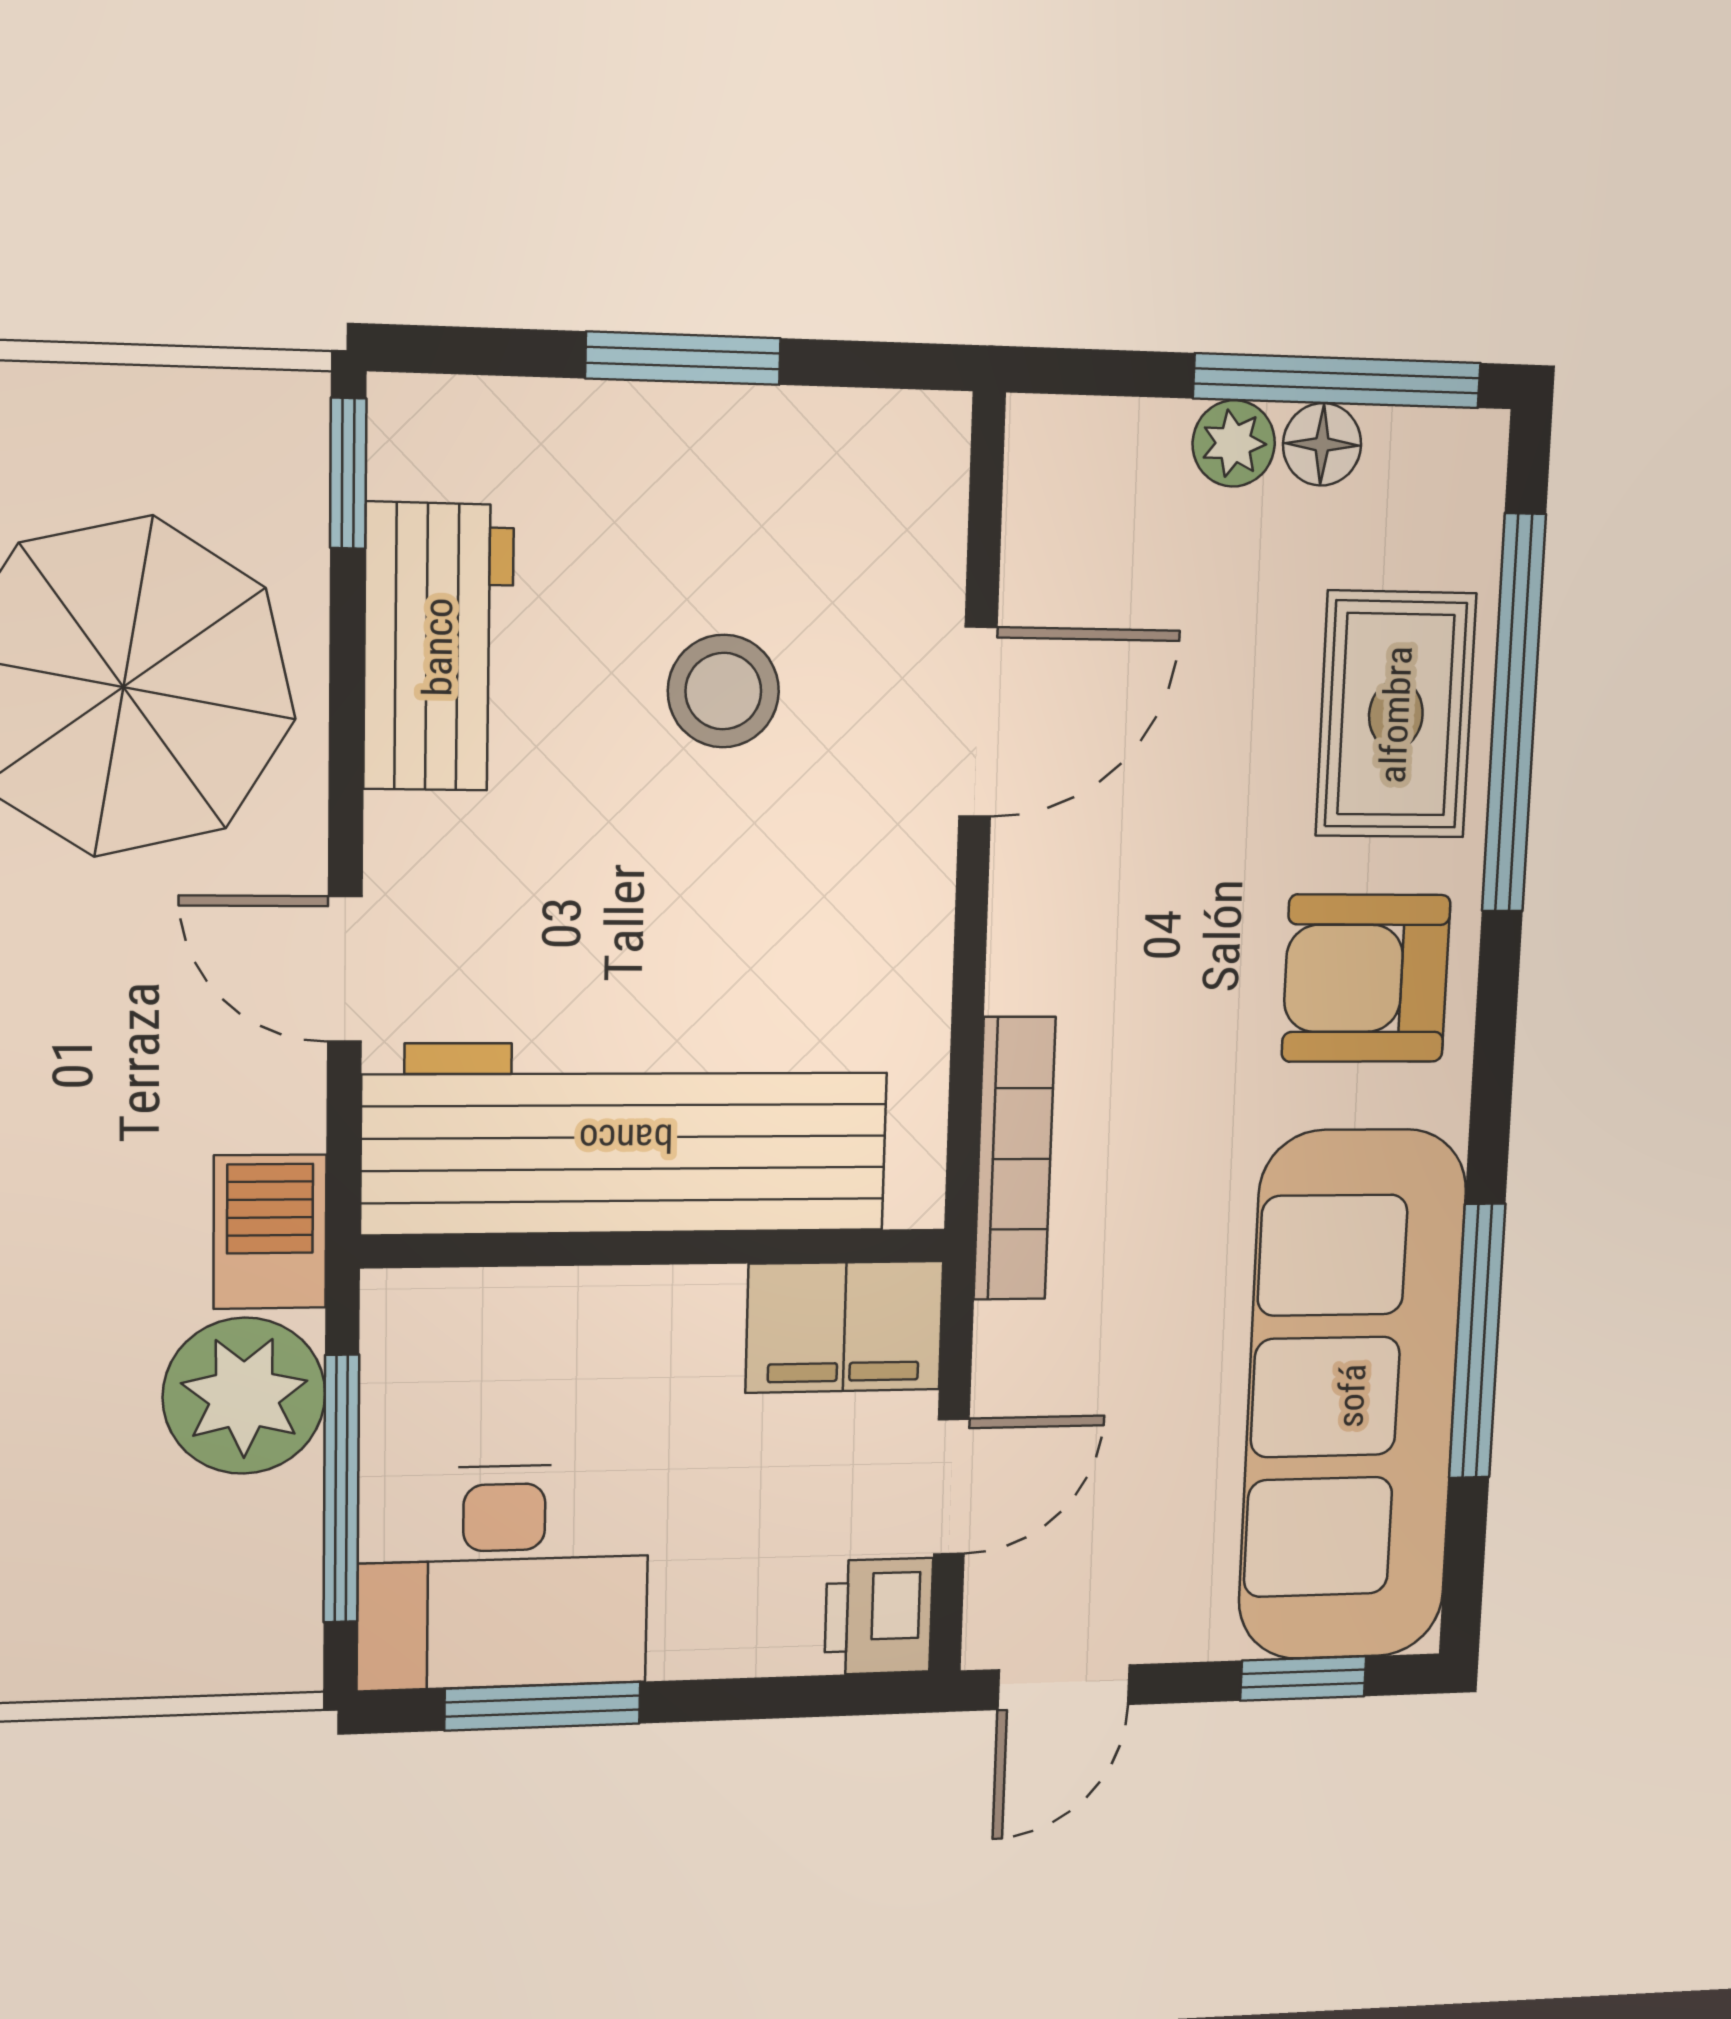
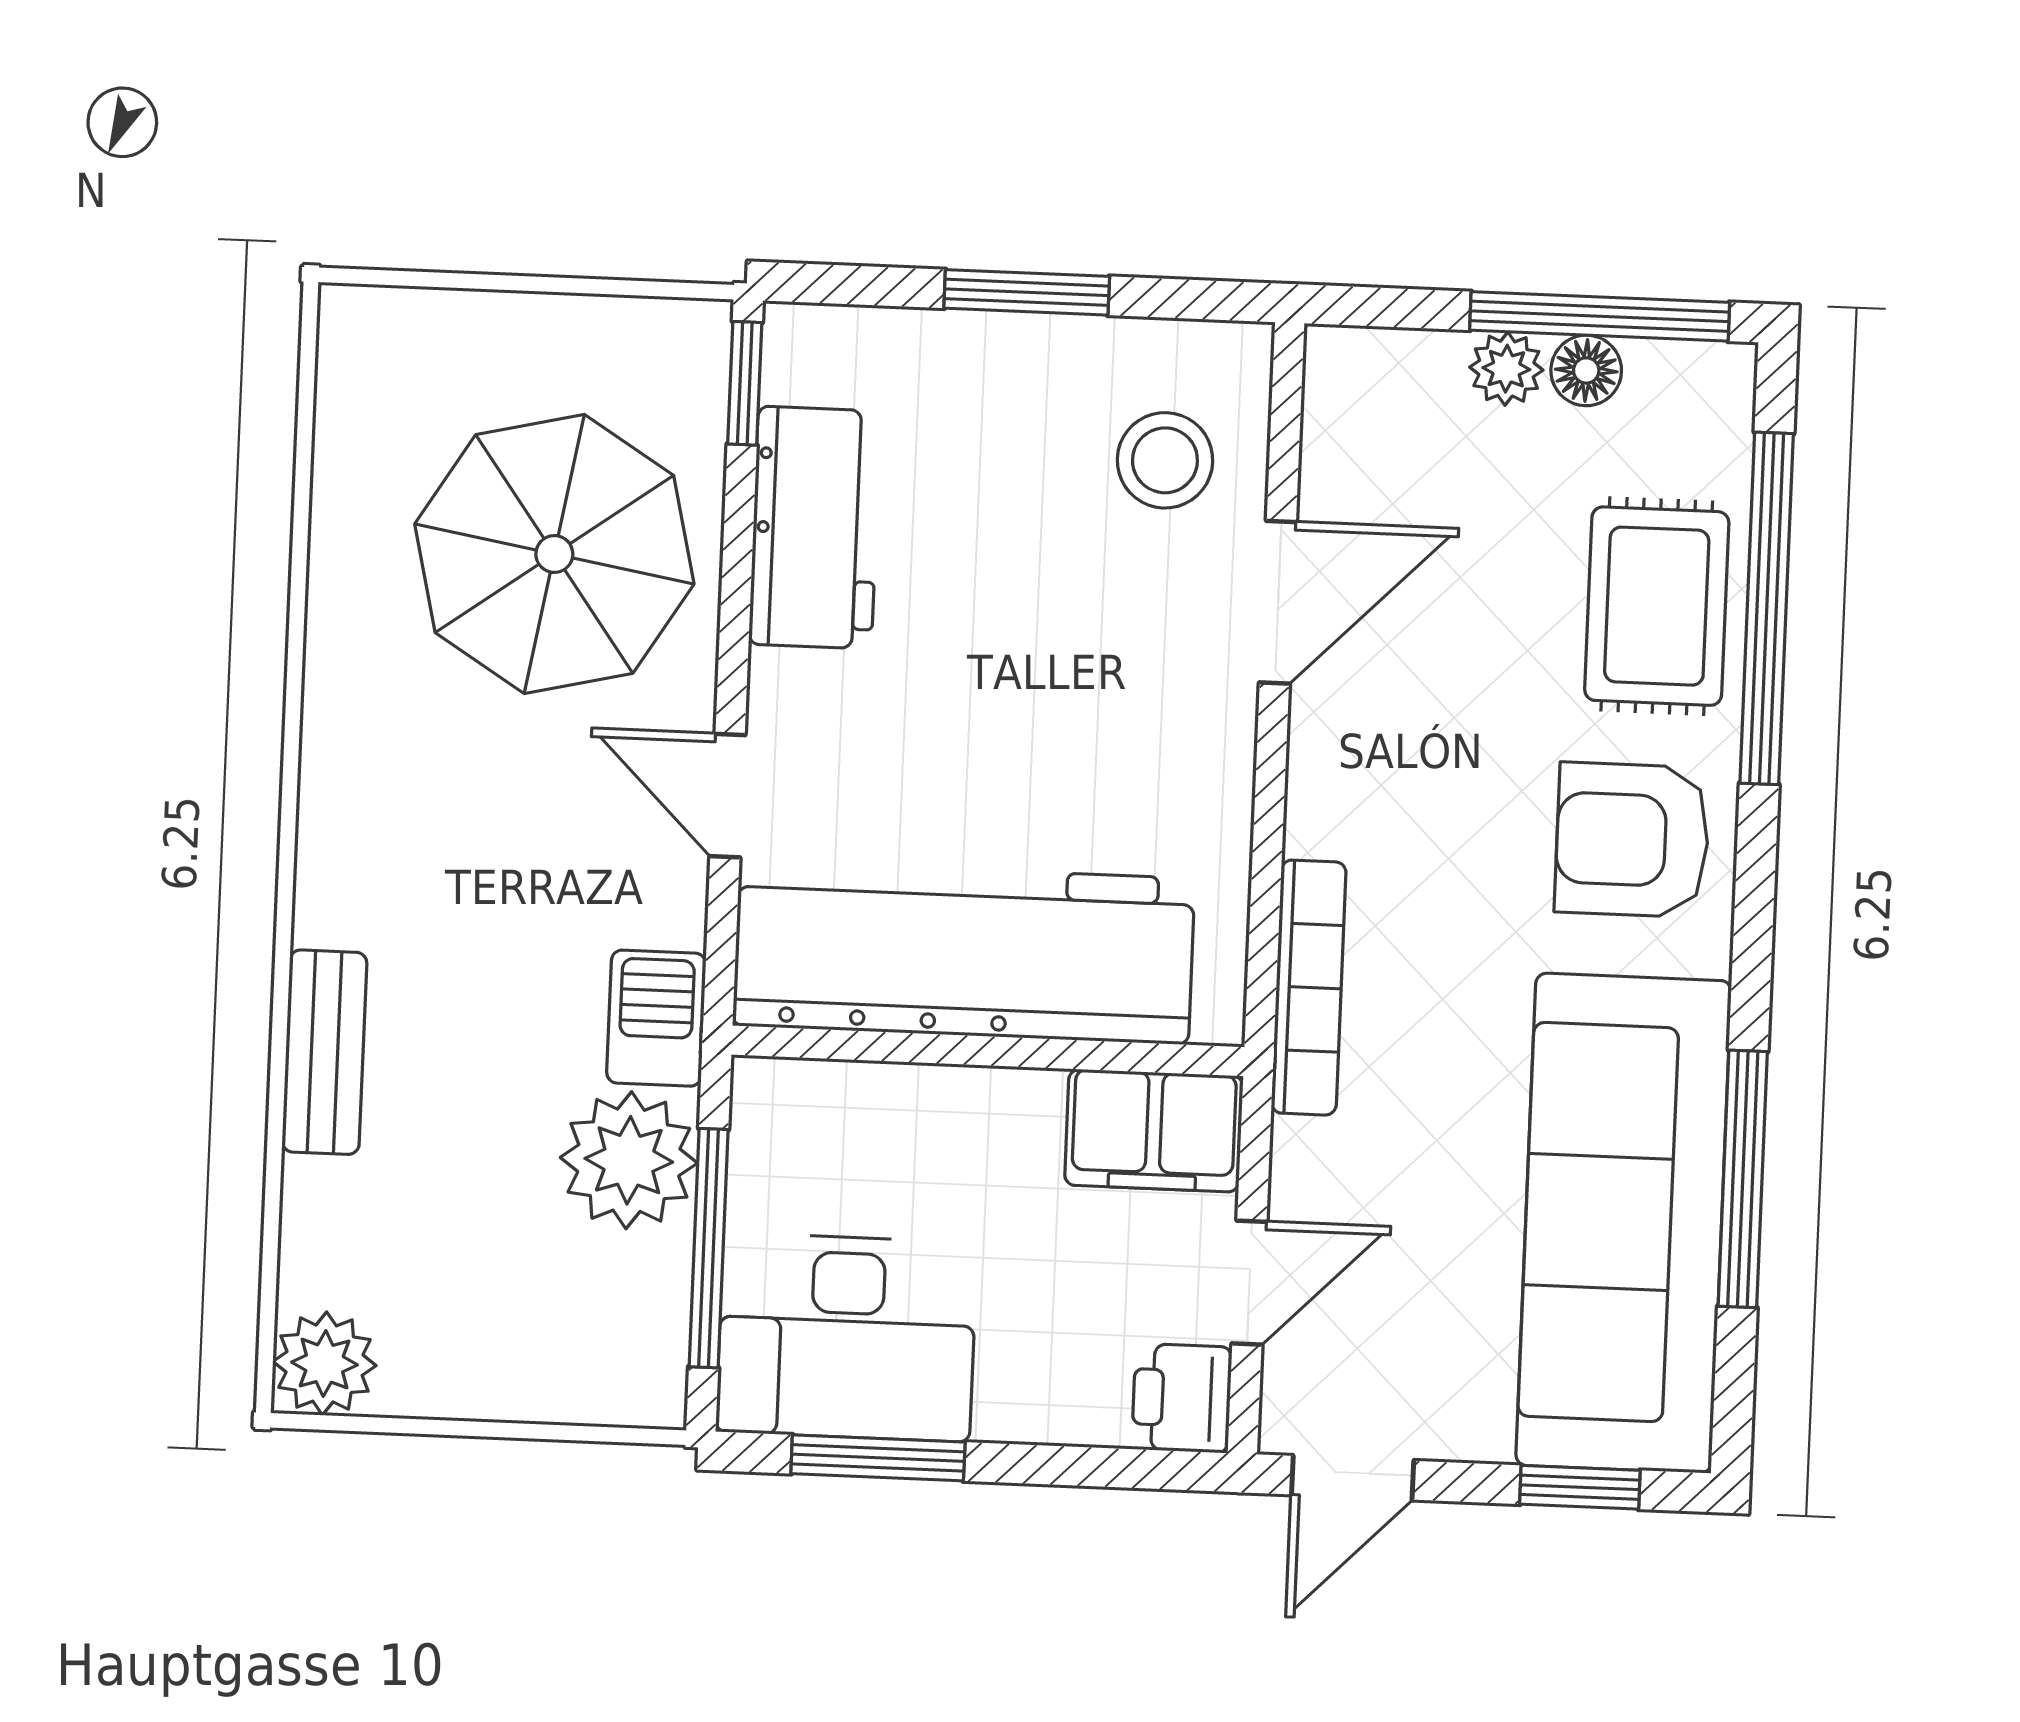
stool: (723, 691) -> (1165, 460), moved

